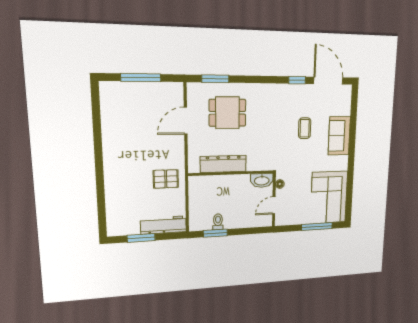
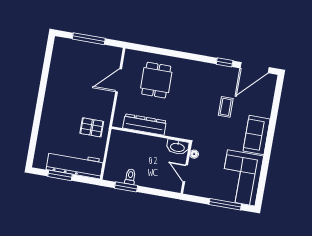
window: (215, 79) -> (151, 50), removed
door: (328, 81) -> (255, 68), swing flipped
dining table: (227, 113) -> (156, 80), turned 90
sofa: (339, 136) -> (257, 135), moved
door: (274, 205) -> (185, 173), hinge flipped
workbench: (164, 225) -> (75, 165), width x1.36, depth x1.32

